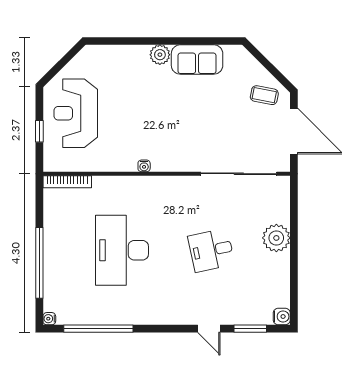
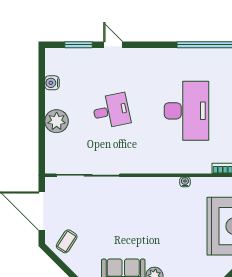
coffee table: (264, 95) -> (67, 241), turned -68
water cooler: (144, 166) -> (185, 182), moved
water cooler: (282, 317) -> (52, 83), moved

